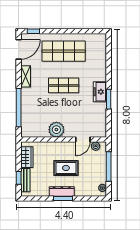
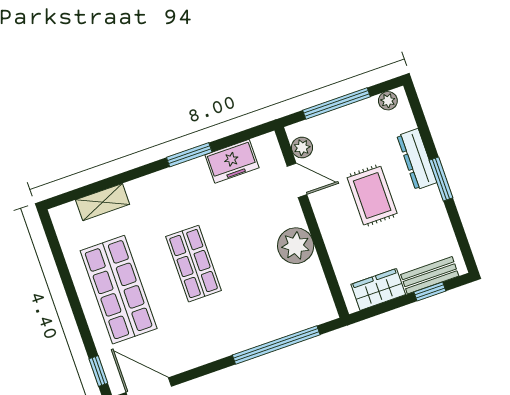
shelving: (26, 76) -> (103, 202), moved
freezer: (100, 92) -> (232, 161), moved
dresser: (62, 191) -> (417, 159), moved

